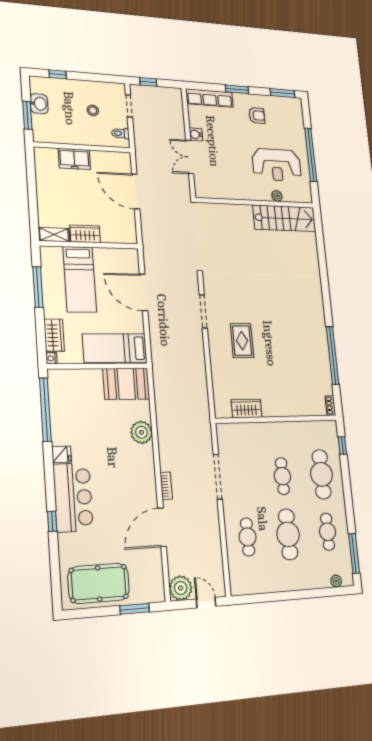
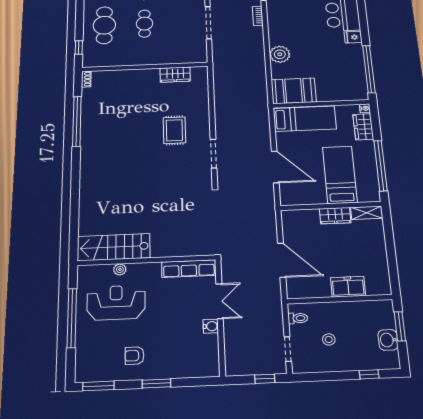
row of seats: (210, 98) -> (189, 269), moved, turned 180
window: (38, 287) -> (380, 166), width x1.46

